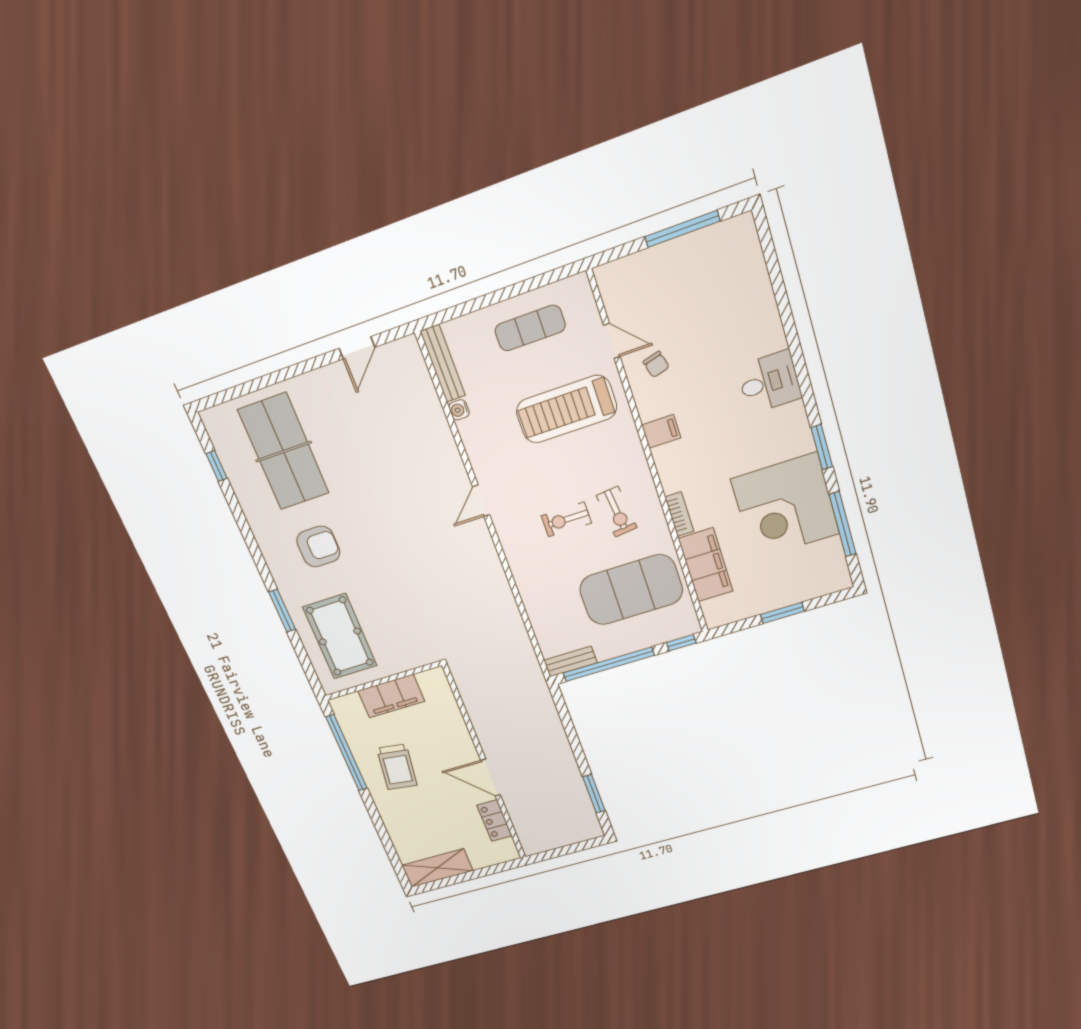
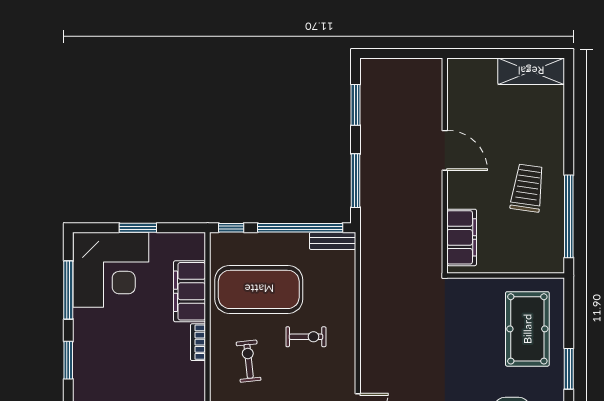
corner desk: (785, 506) -> (111, 270), moved, turned 90
exercise bike: (566, 519) -> (306, 337), moved
filing cabinet: (391, 696) -> (462, 237), moved, turned 90
window: (568, 725) -> (356, 181), added
locker: (494, 821) -> (458, 105), removed

